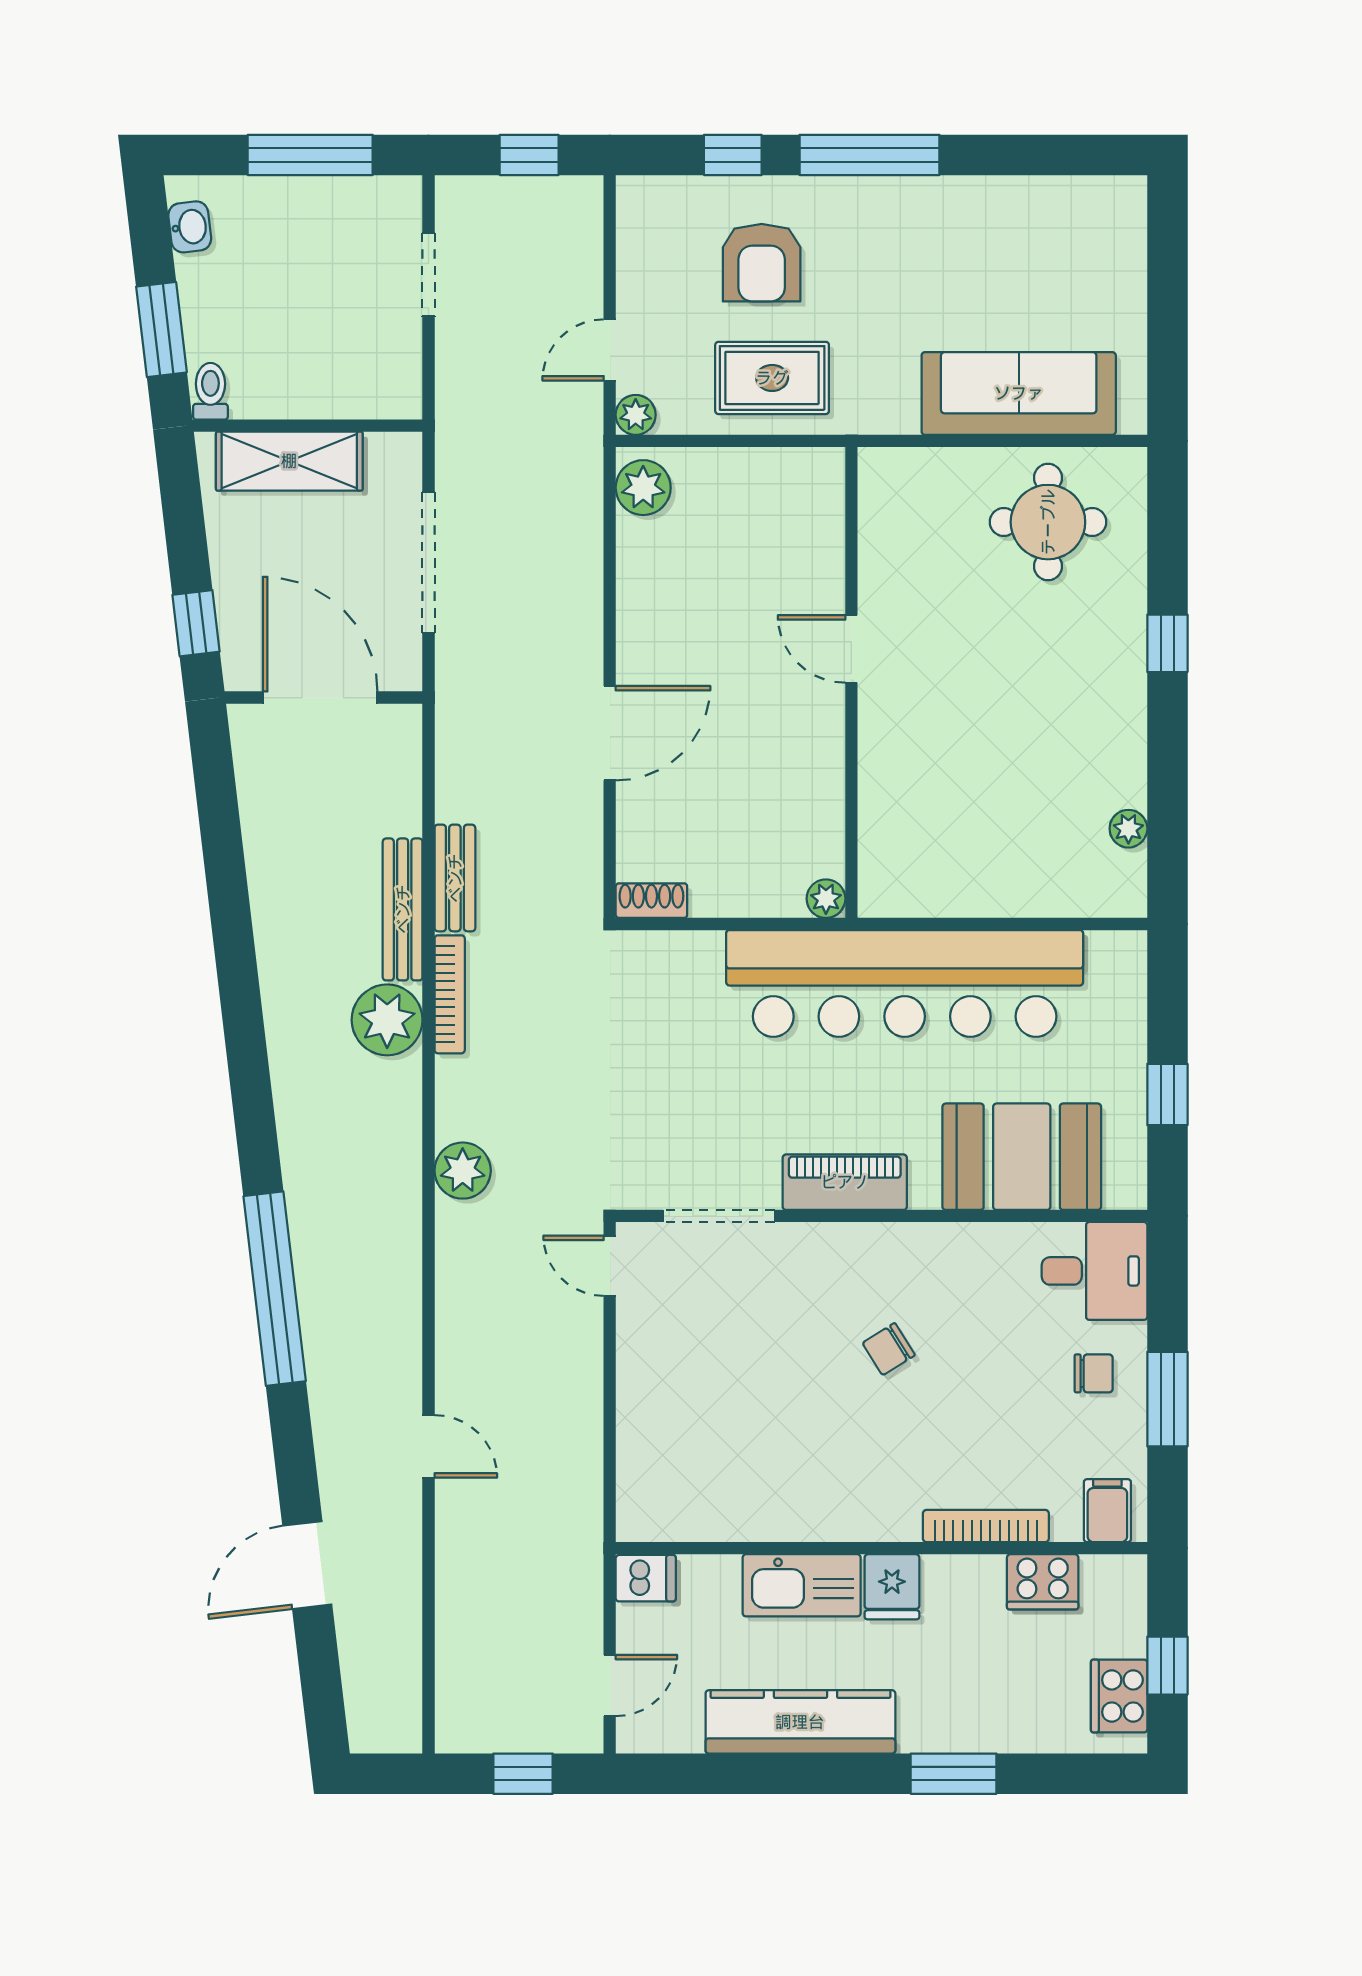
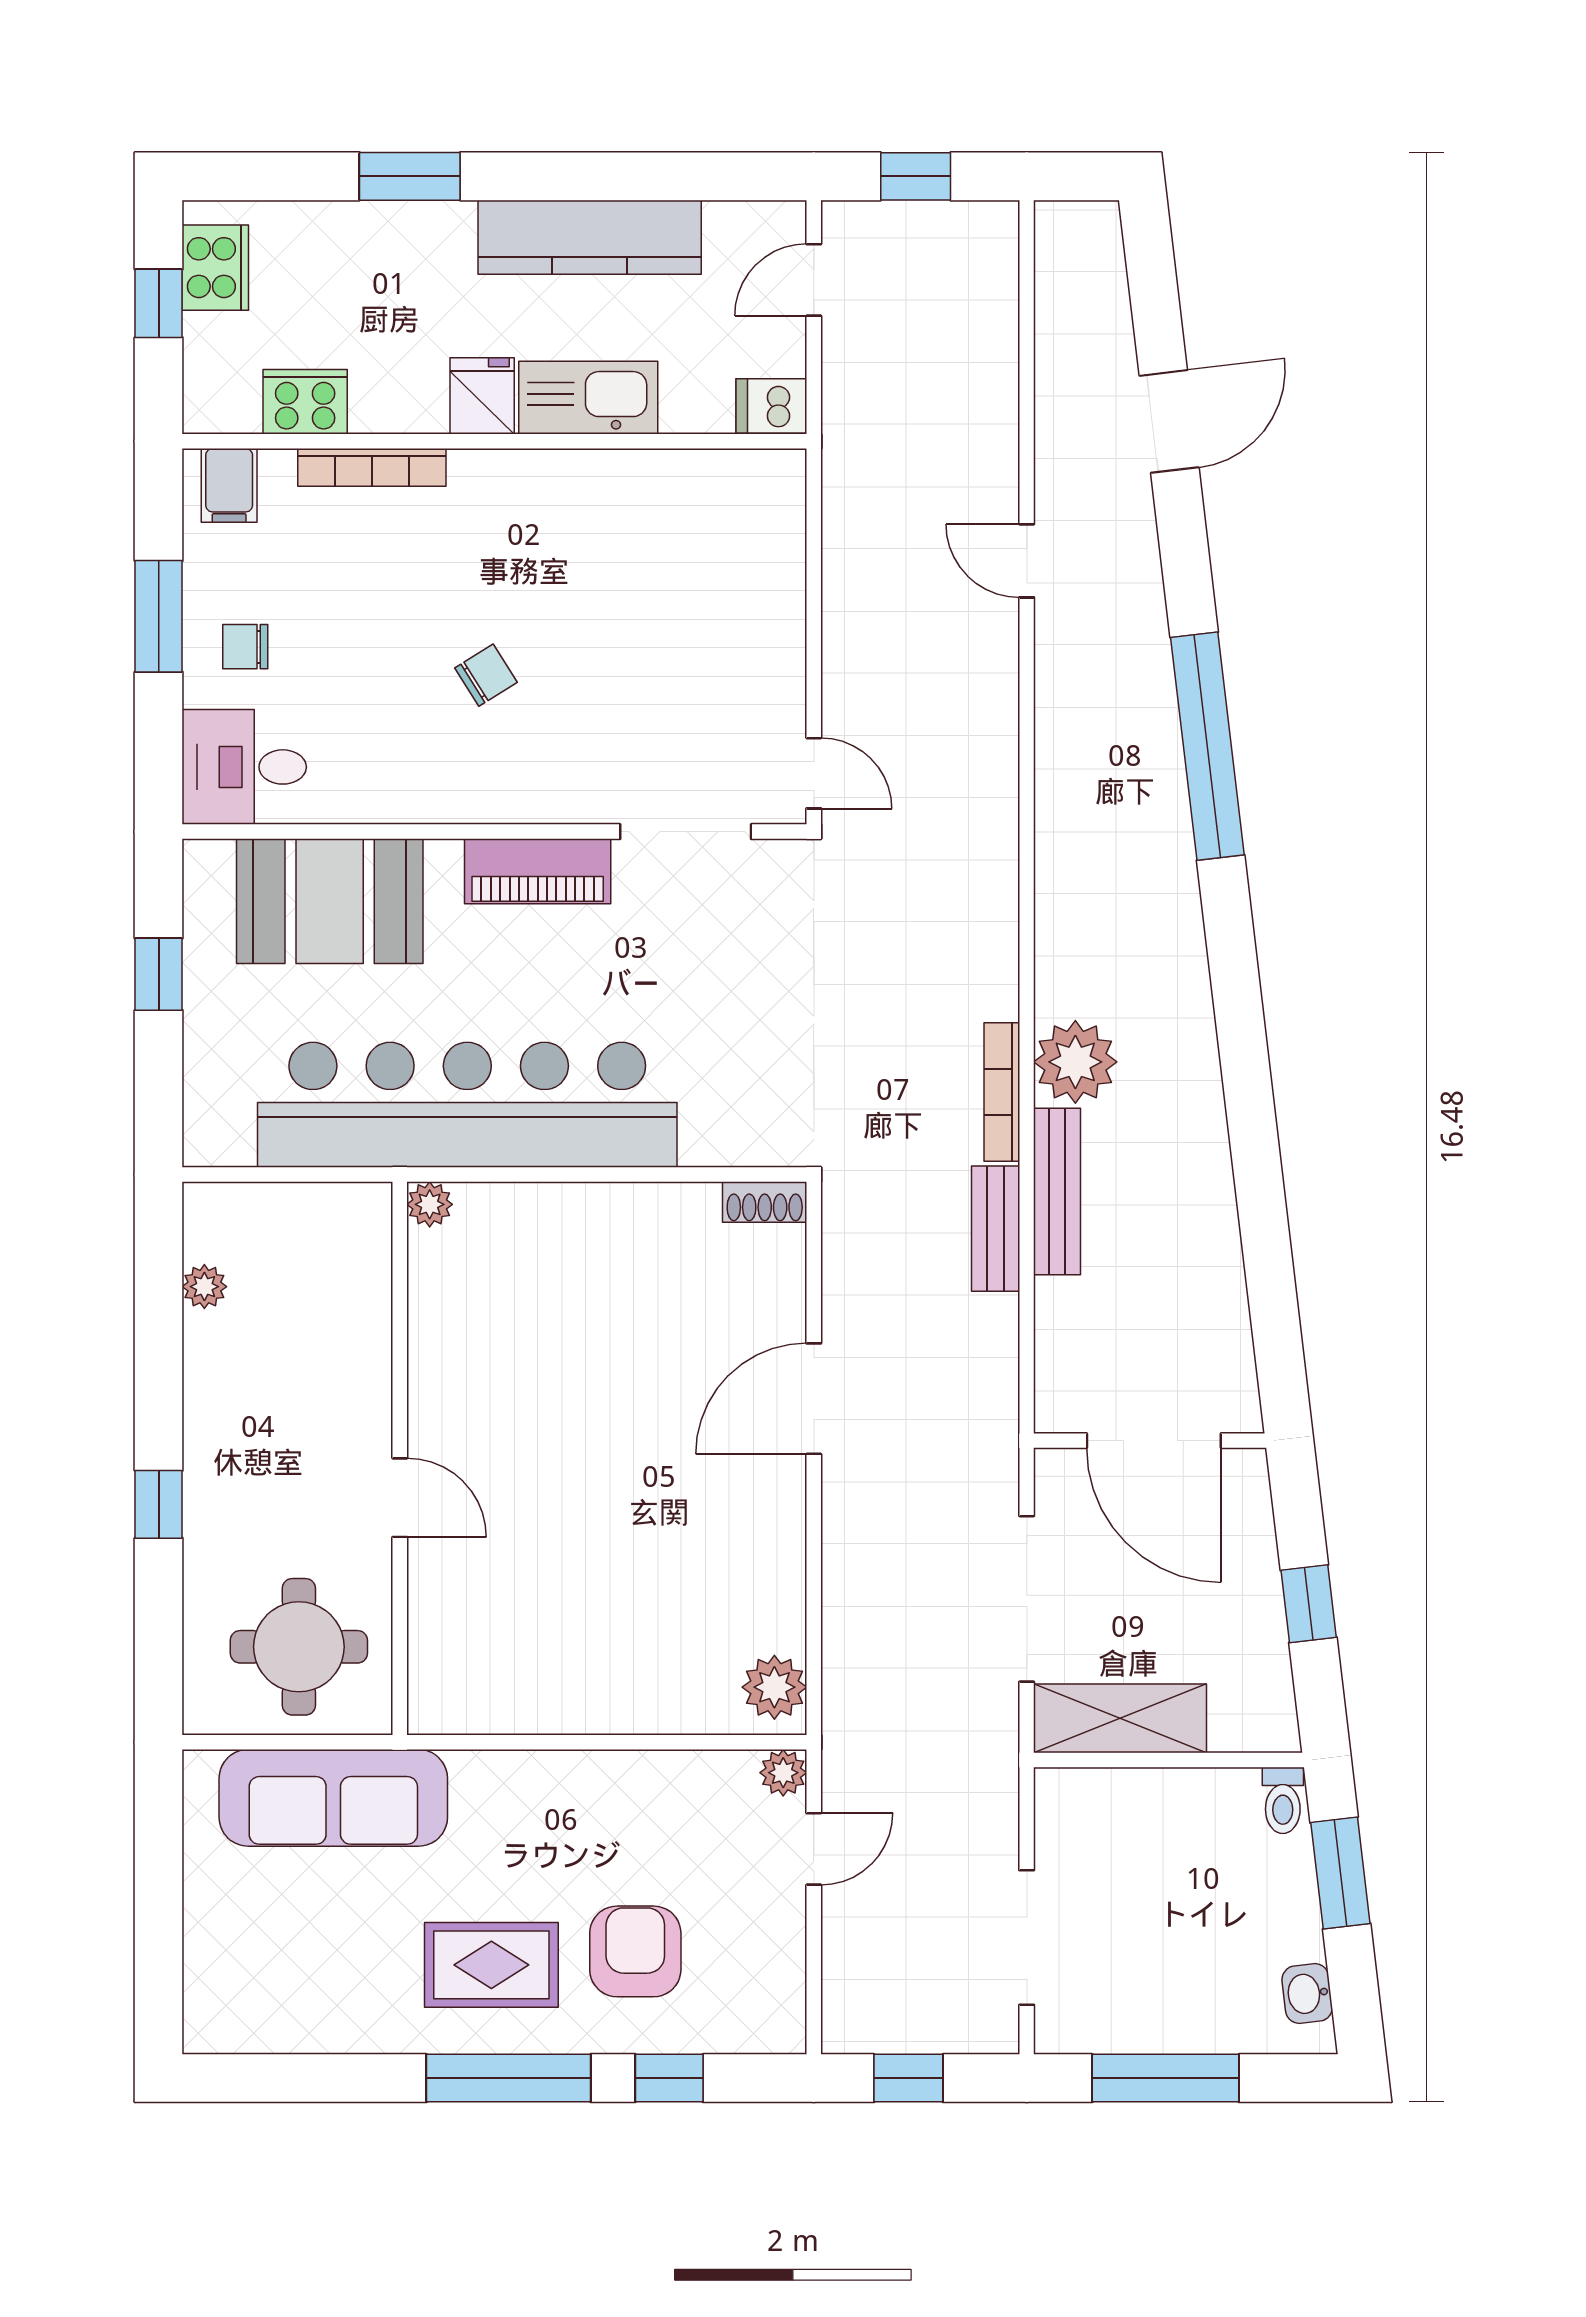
doorway: (429, 275) -> (1027, 1938), width x1.38
rug: (772, 378) -> (491, 1965), moved
shelving: (289, 461) -> (1120, 1718), moved
window: (196, 623) -> (1309, 1604), moved
door: (851, 649) -> (400, 1498), moved
wall: (851, 682) -> (400, 1458), moved
plant: (826, 899) -> (430, 1204), moved
plant: (463, 1171) -> (987, 885), removed

